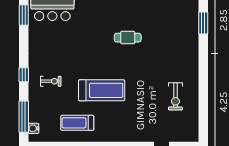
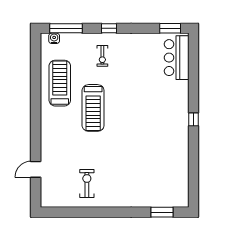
cafe table: (128, 38) -> (147, 135), removed
exercise bike: (175, 96) -> (87, 184), turned 90
treadmill: (77, 123) -> (60, 83), width x1.37, depth x1.38

